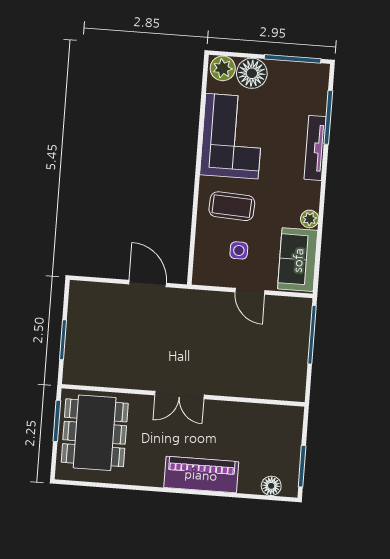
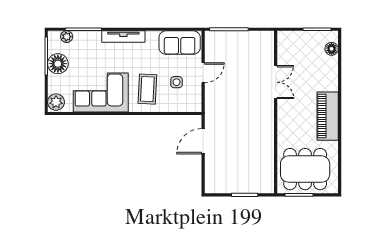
floor lamp: (252, 73) -> (58, 64), moved
tv unit: (315, 148) -> (123, 37), moved
plant: (310, 219) -> (67, 37), moved
double door: (179, 395) -> (276, 82), moved
piano: (201, 475) -> (328, 116), moved

